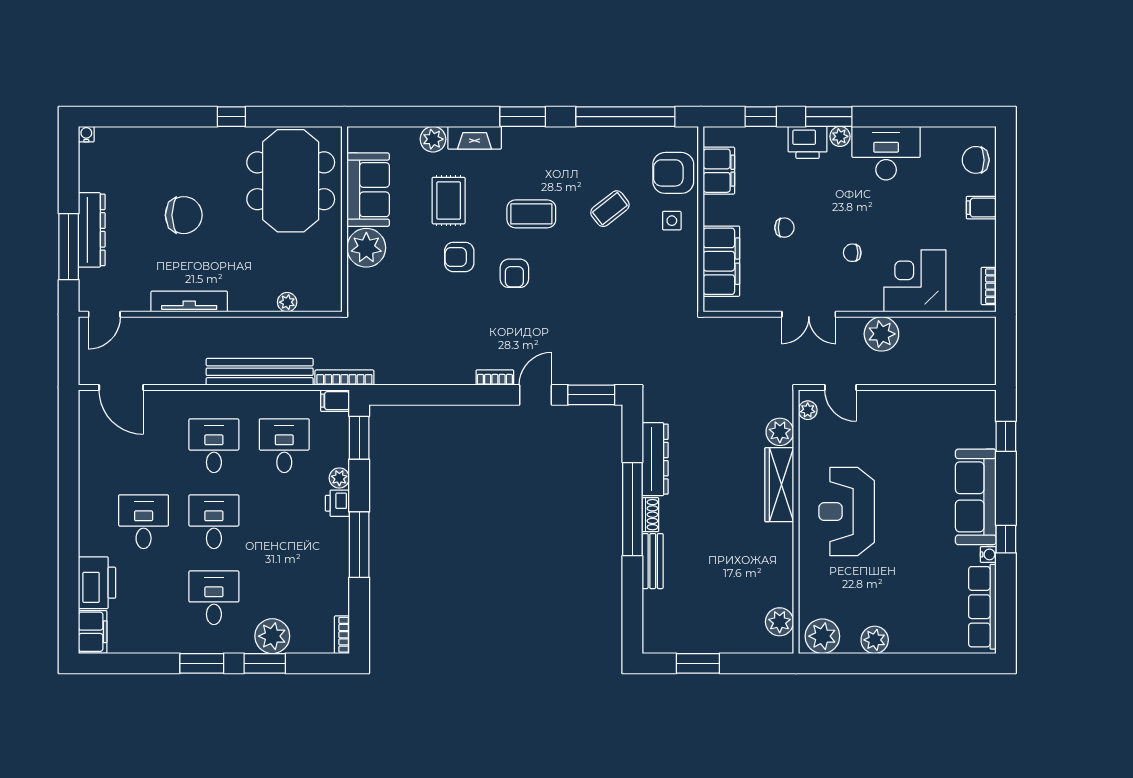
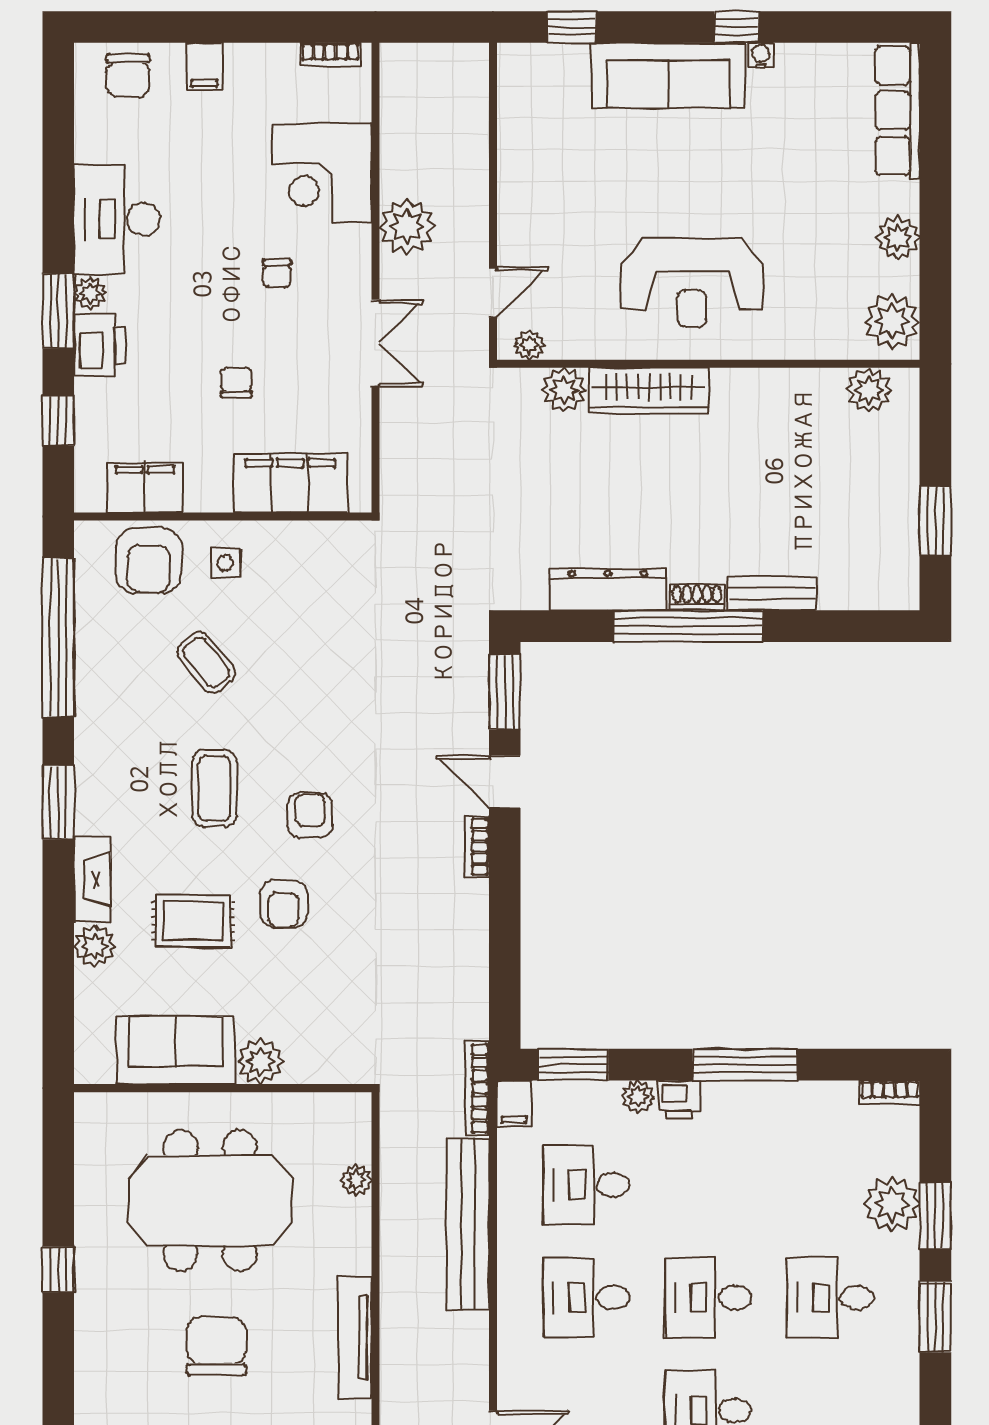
meeting table: (291, 181) -> (210, 1200), moved
plant: (366, 248) -> (260, 1061), width x0.73, depth x0.73
armchair: (514, 273) -> (310, 816), turned -90
row of seats: (982, 607) -> (898, 111), moved, turned 90

